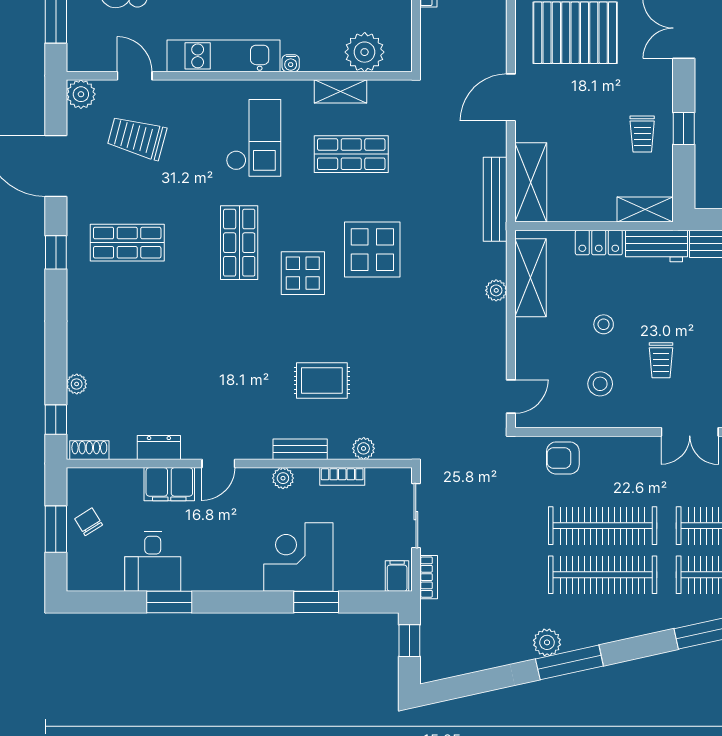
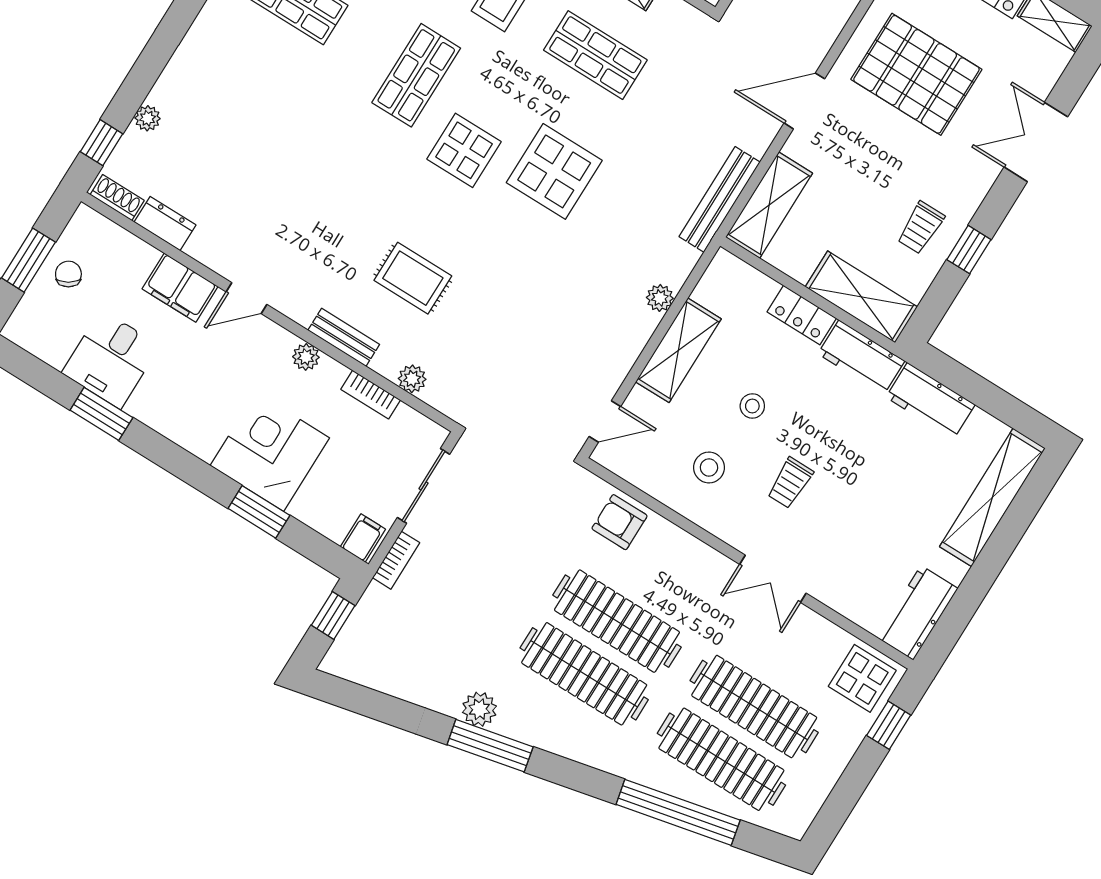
shelving: (645, 210) -> (861, 297), width x1.50, depth x1.33
shelving: (531, 278) -> (678, 350), moved
dresser: (159, 447) -> (165, 224), moved

